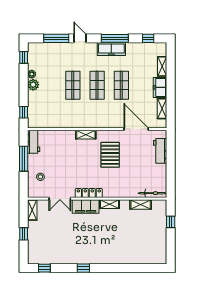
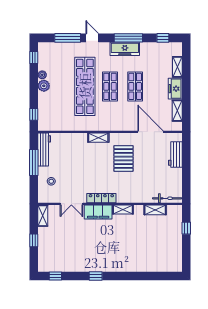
shop shelf: (73, 85) -> (85, 86), width x2.00, depth x1.36
workbench: (34, 142) -> (44, 150), width x1.38

